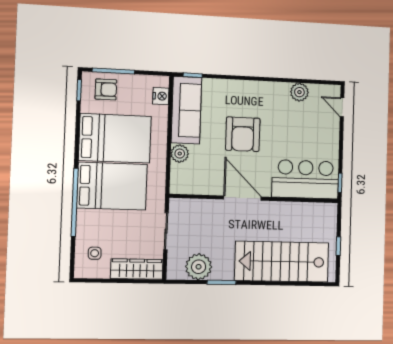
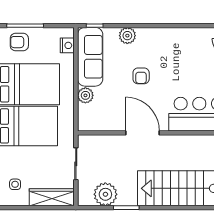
armchair: (106, 89) -> (19, 42), turned 180
plant: (299, 92) -> (127, 36), moved
armchair: (243, 134) -> (141, 76), width x0.53, depth x0.53

